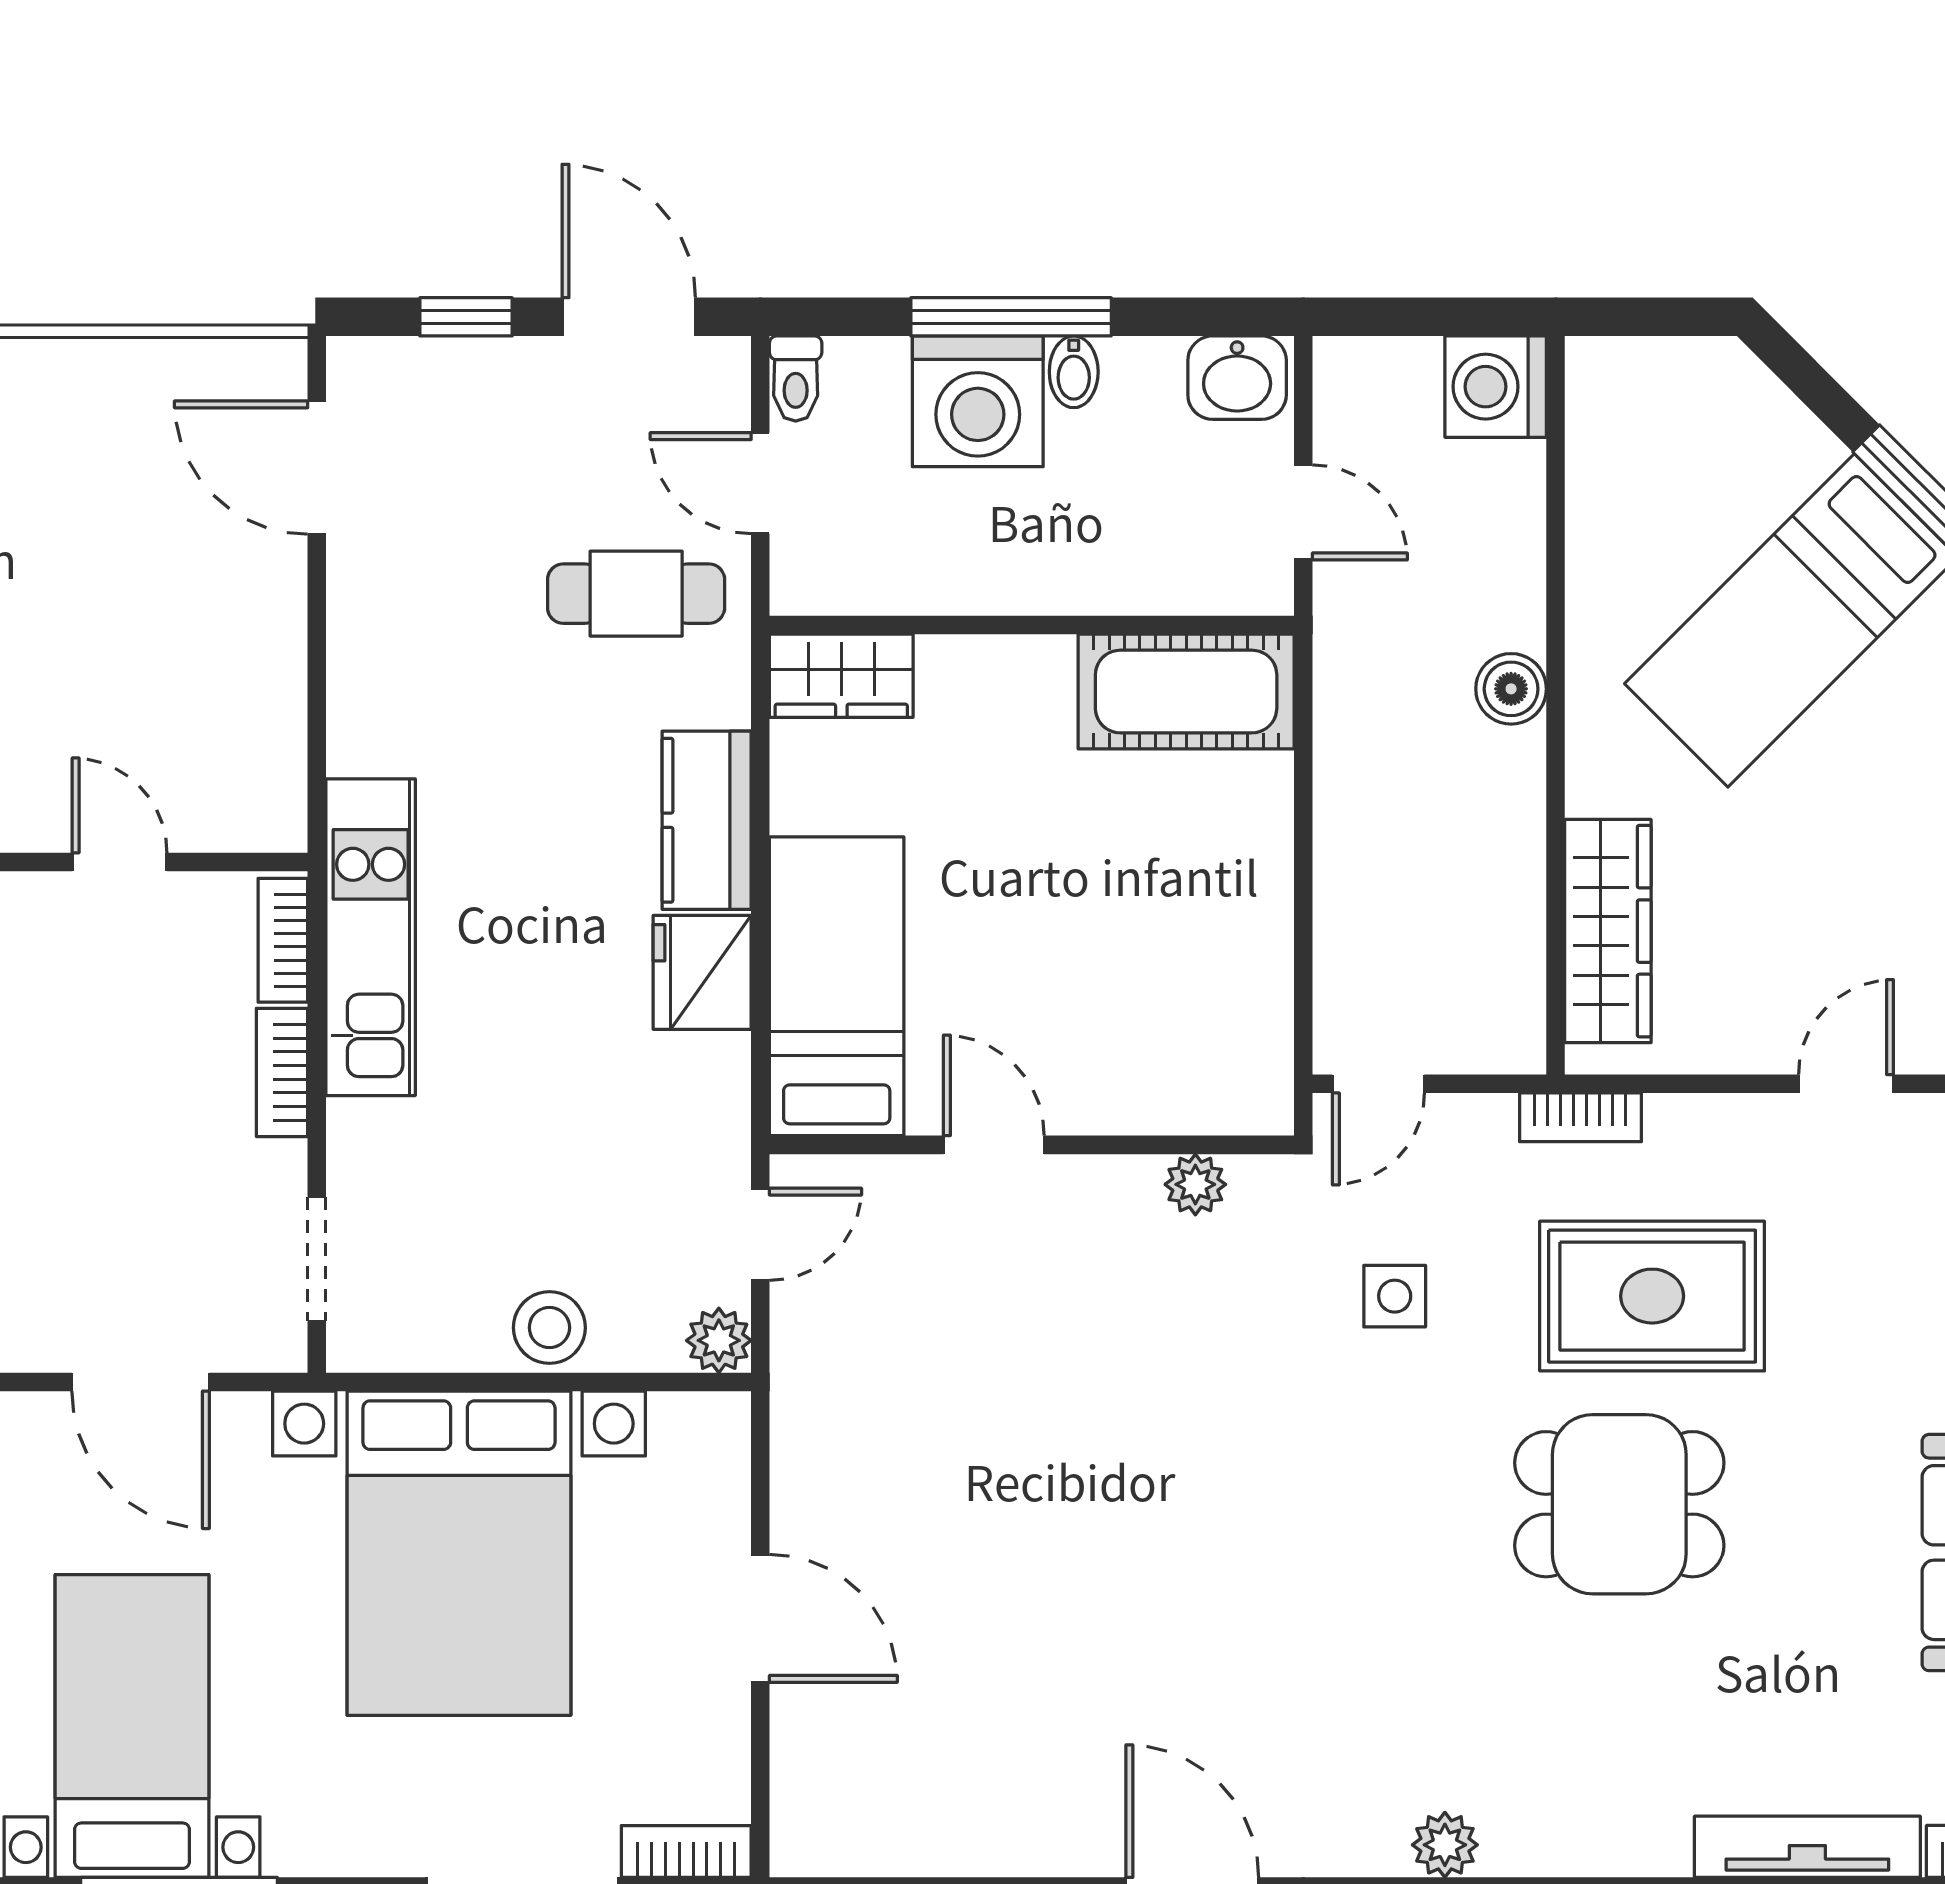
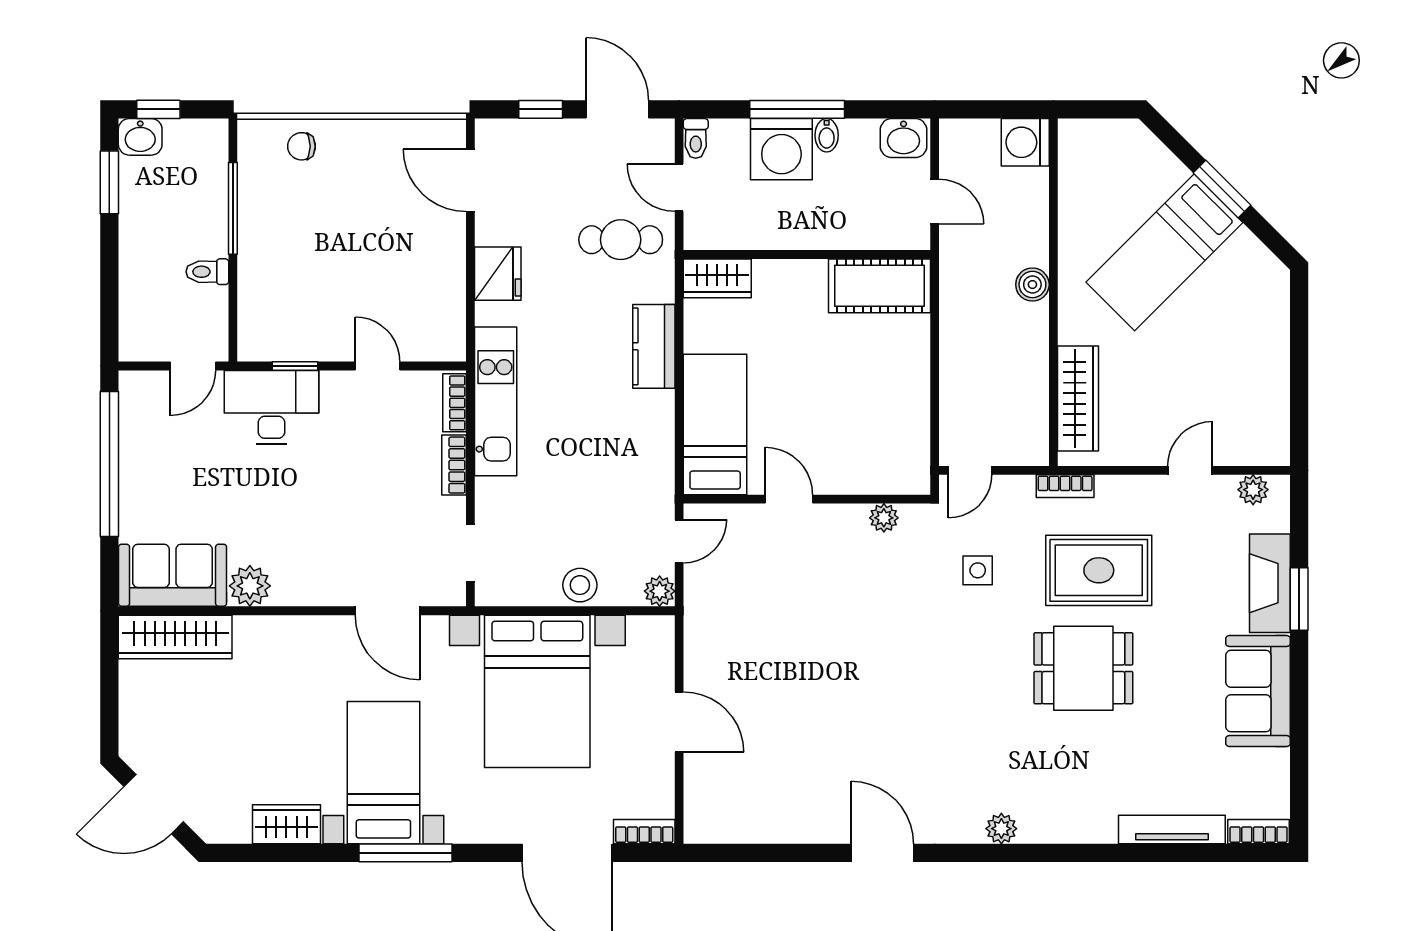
fridge: (702, 972) -> (498, 274), moved, turned 180

